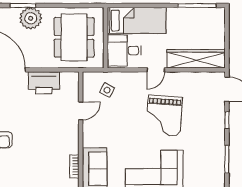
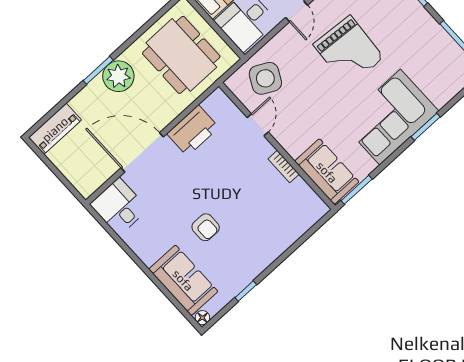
side table: (107, 90) -> (265, 78), width x1.87, depth x1.87
bookcase: (74, 166) -> (284, 166), moved

